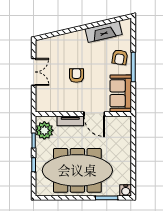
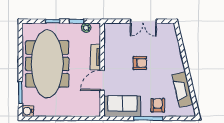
armchair: (120, 57) -> (158, 105), turned 81
plant: (44, 130) -> (86, 28), width x0.53, depth x0.53

